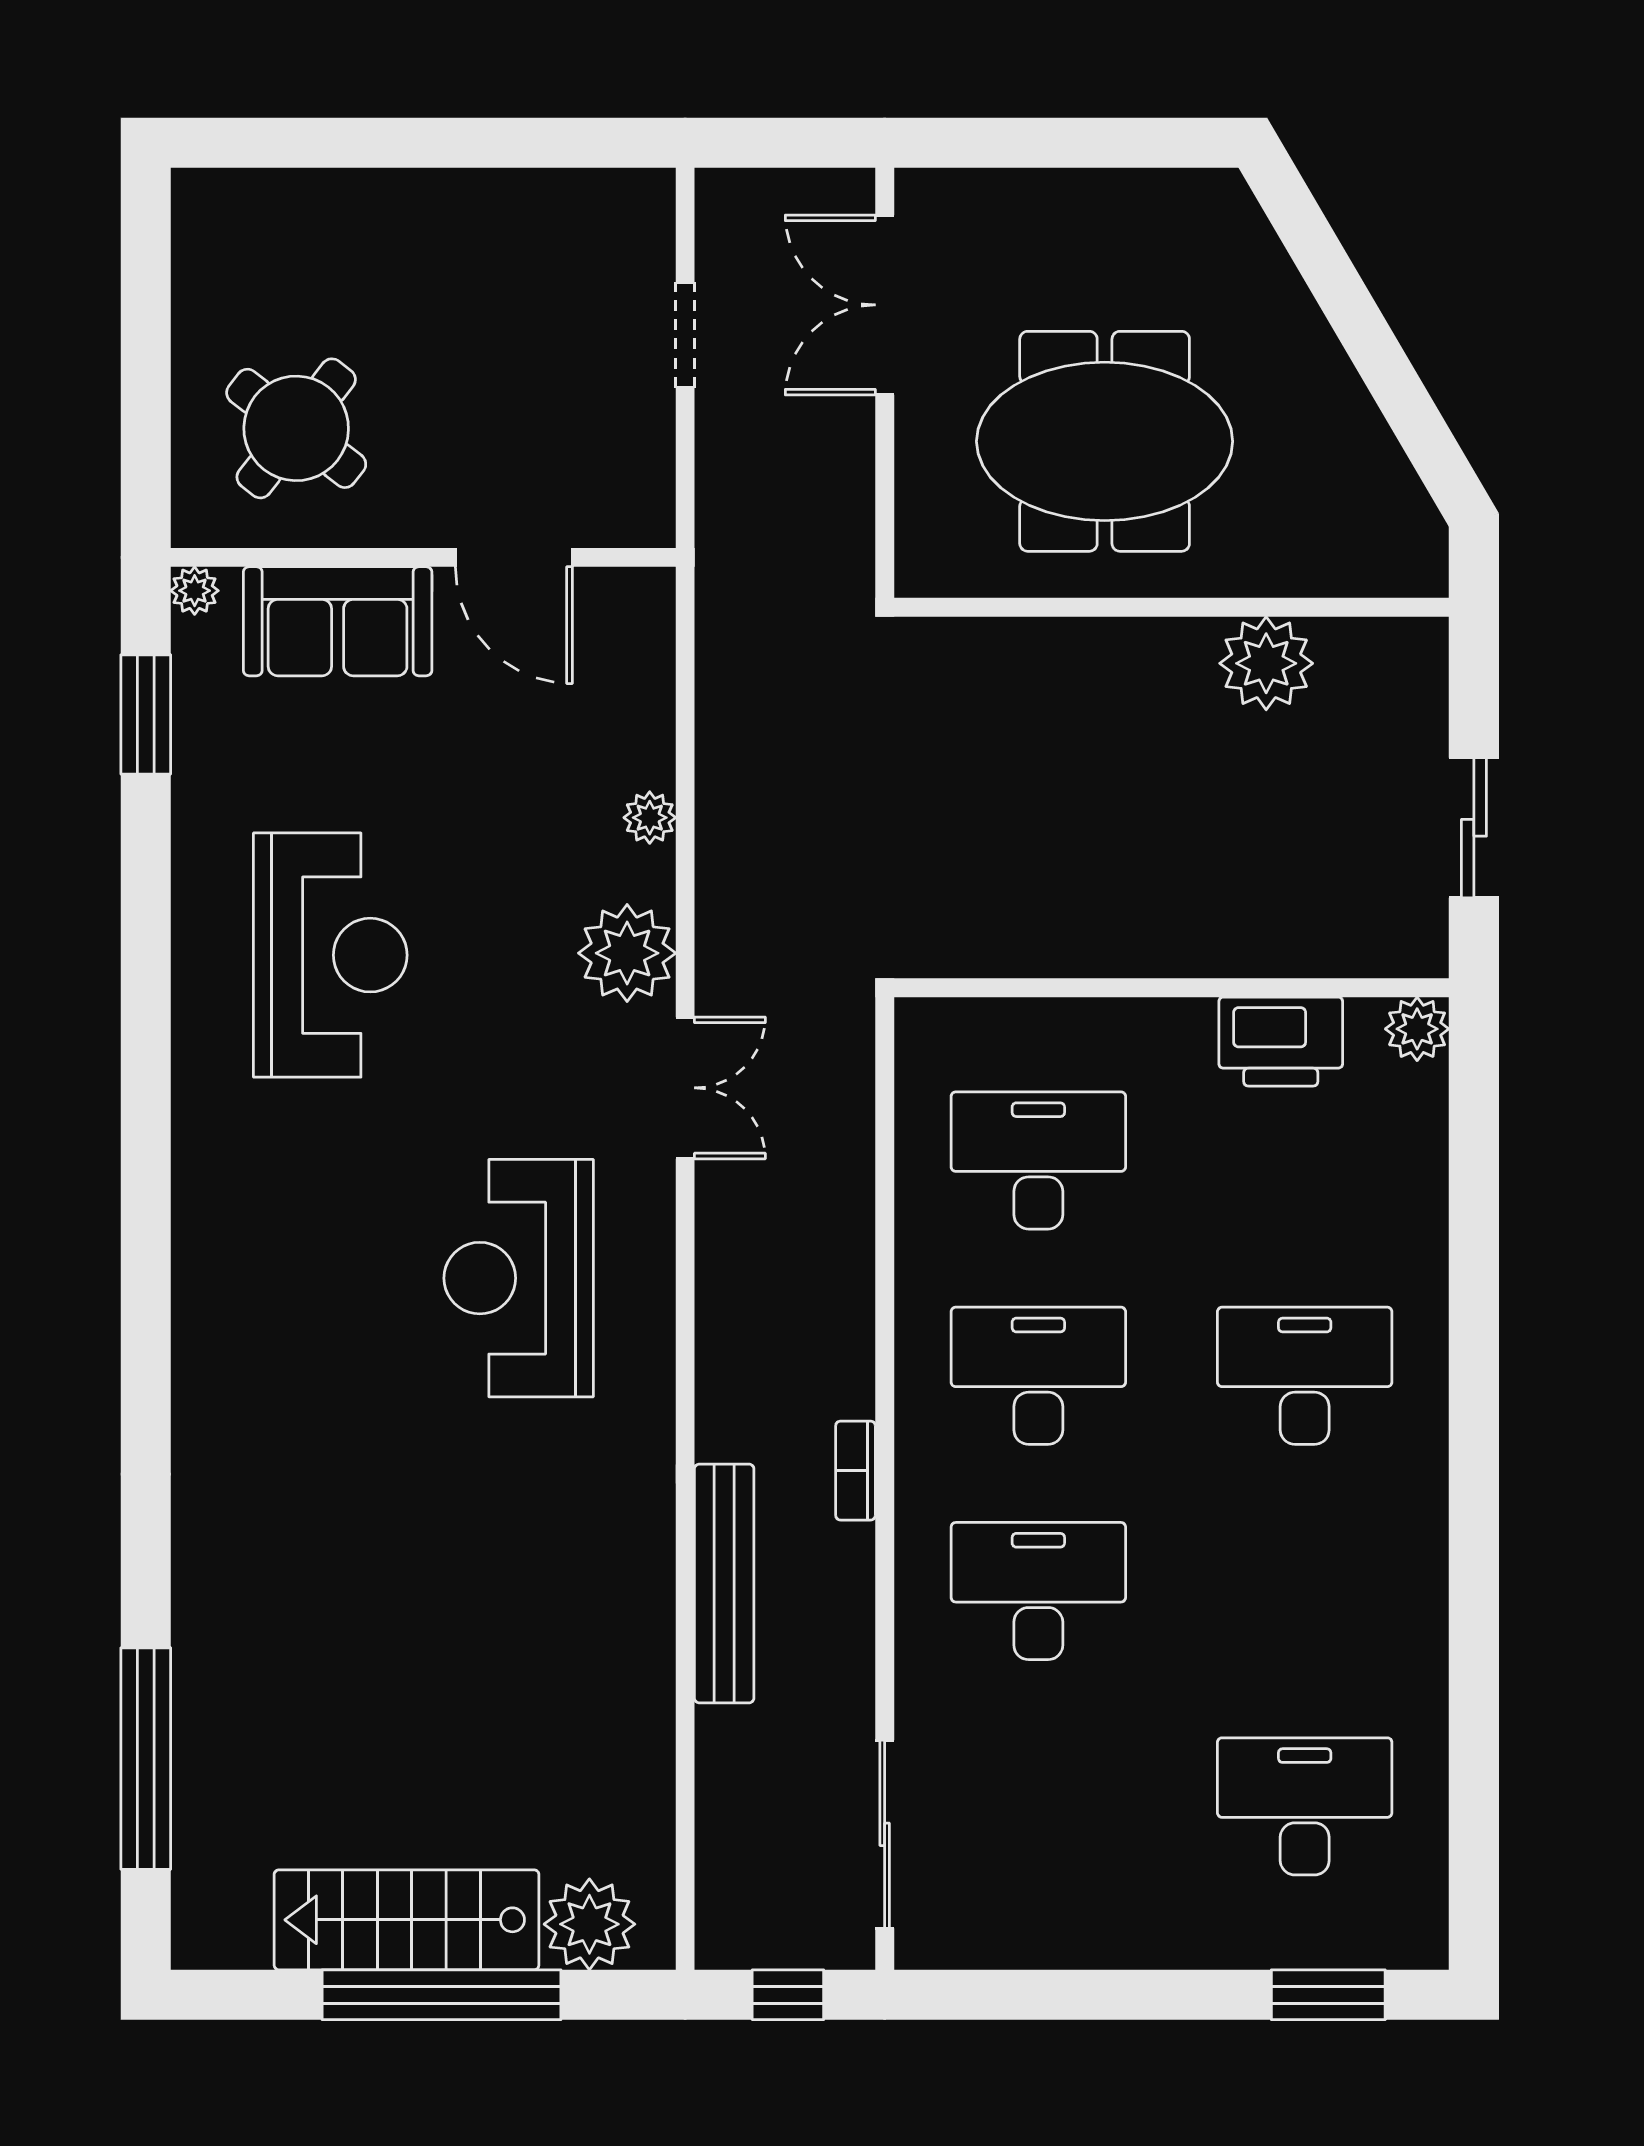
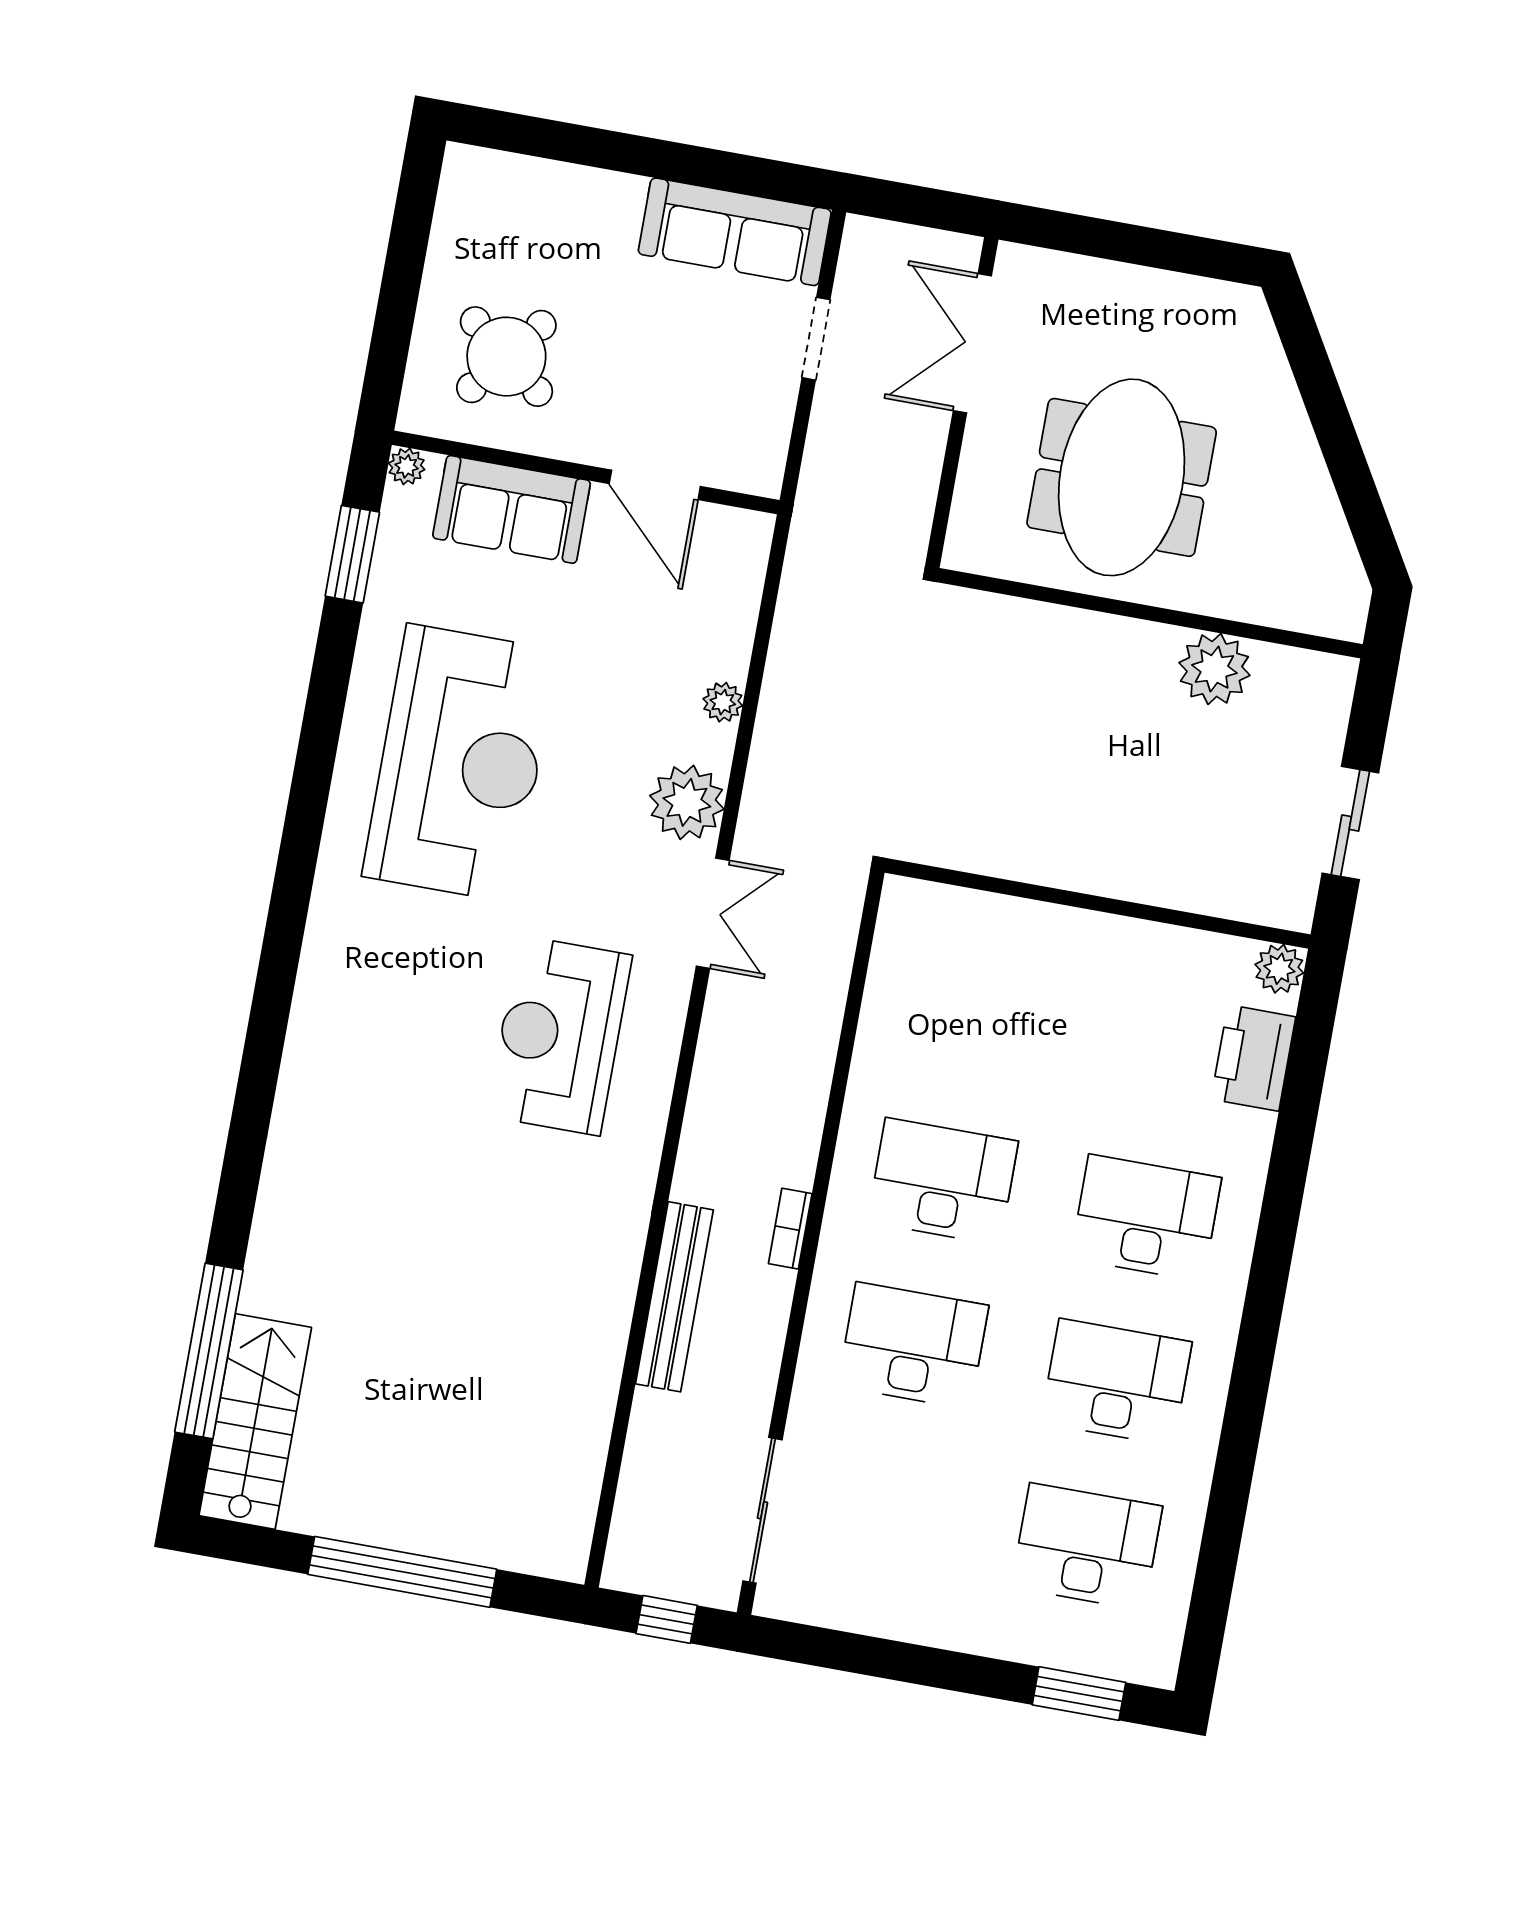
sofa: (557, 218) -> (735, 232), added
meeting table: (1105, 441) -> (1122, 477), turned 90
reception desk: (330, 955) -> (460, 763), width x1.36, depth x1.30
printer: (1281, 1042) -> (1253, 1058), moved, turned 90
desk: (1038, 1160) -> (1116, 1382), moved
stairs: (407, 1920) -> (255, 1421), moved, turned 90
plant: (589, 1924) -> (525, 1538), removed

